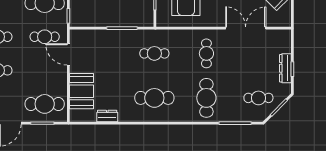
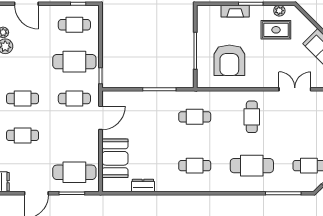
double door: (246, 28) -> (295, 89), width x0.73
door: (68, 54) -> (101, 118), swing flipped
cafe table: (154, 98) -> (195, 166), width x0.73, depth x0.74
cafe table: (206, 98) -> (252, 166), turned 90

